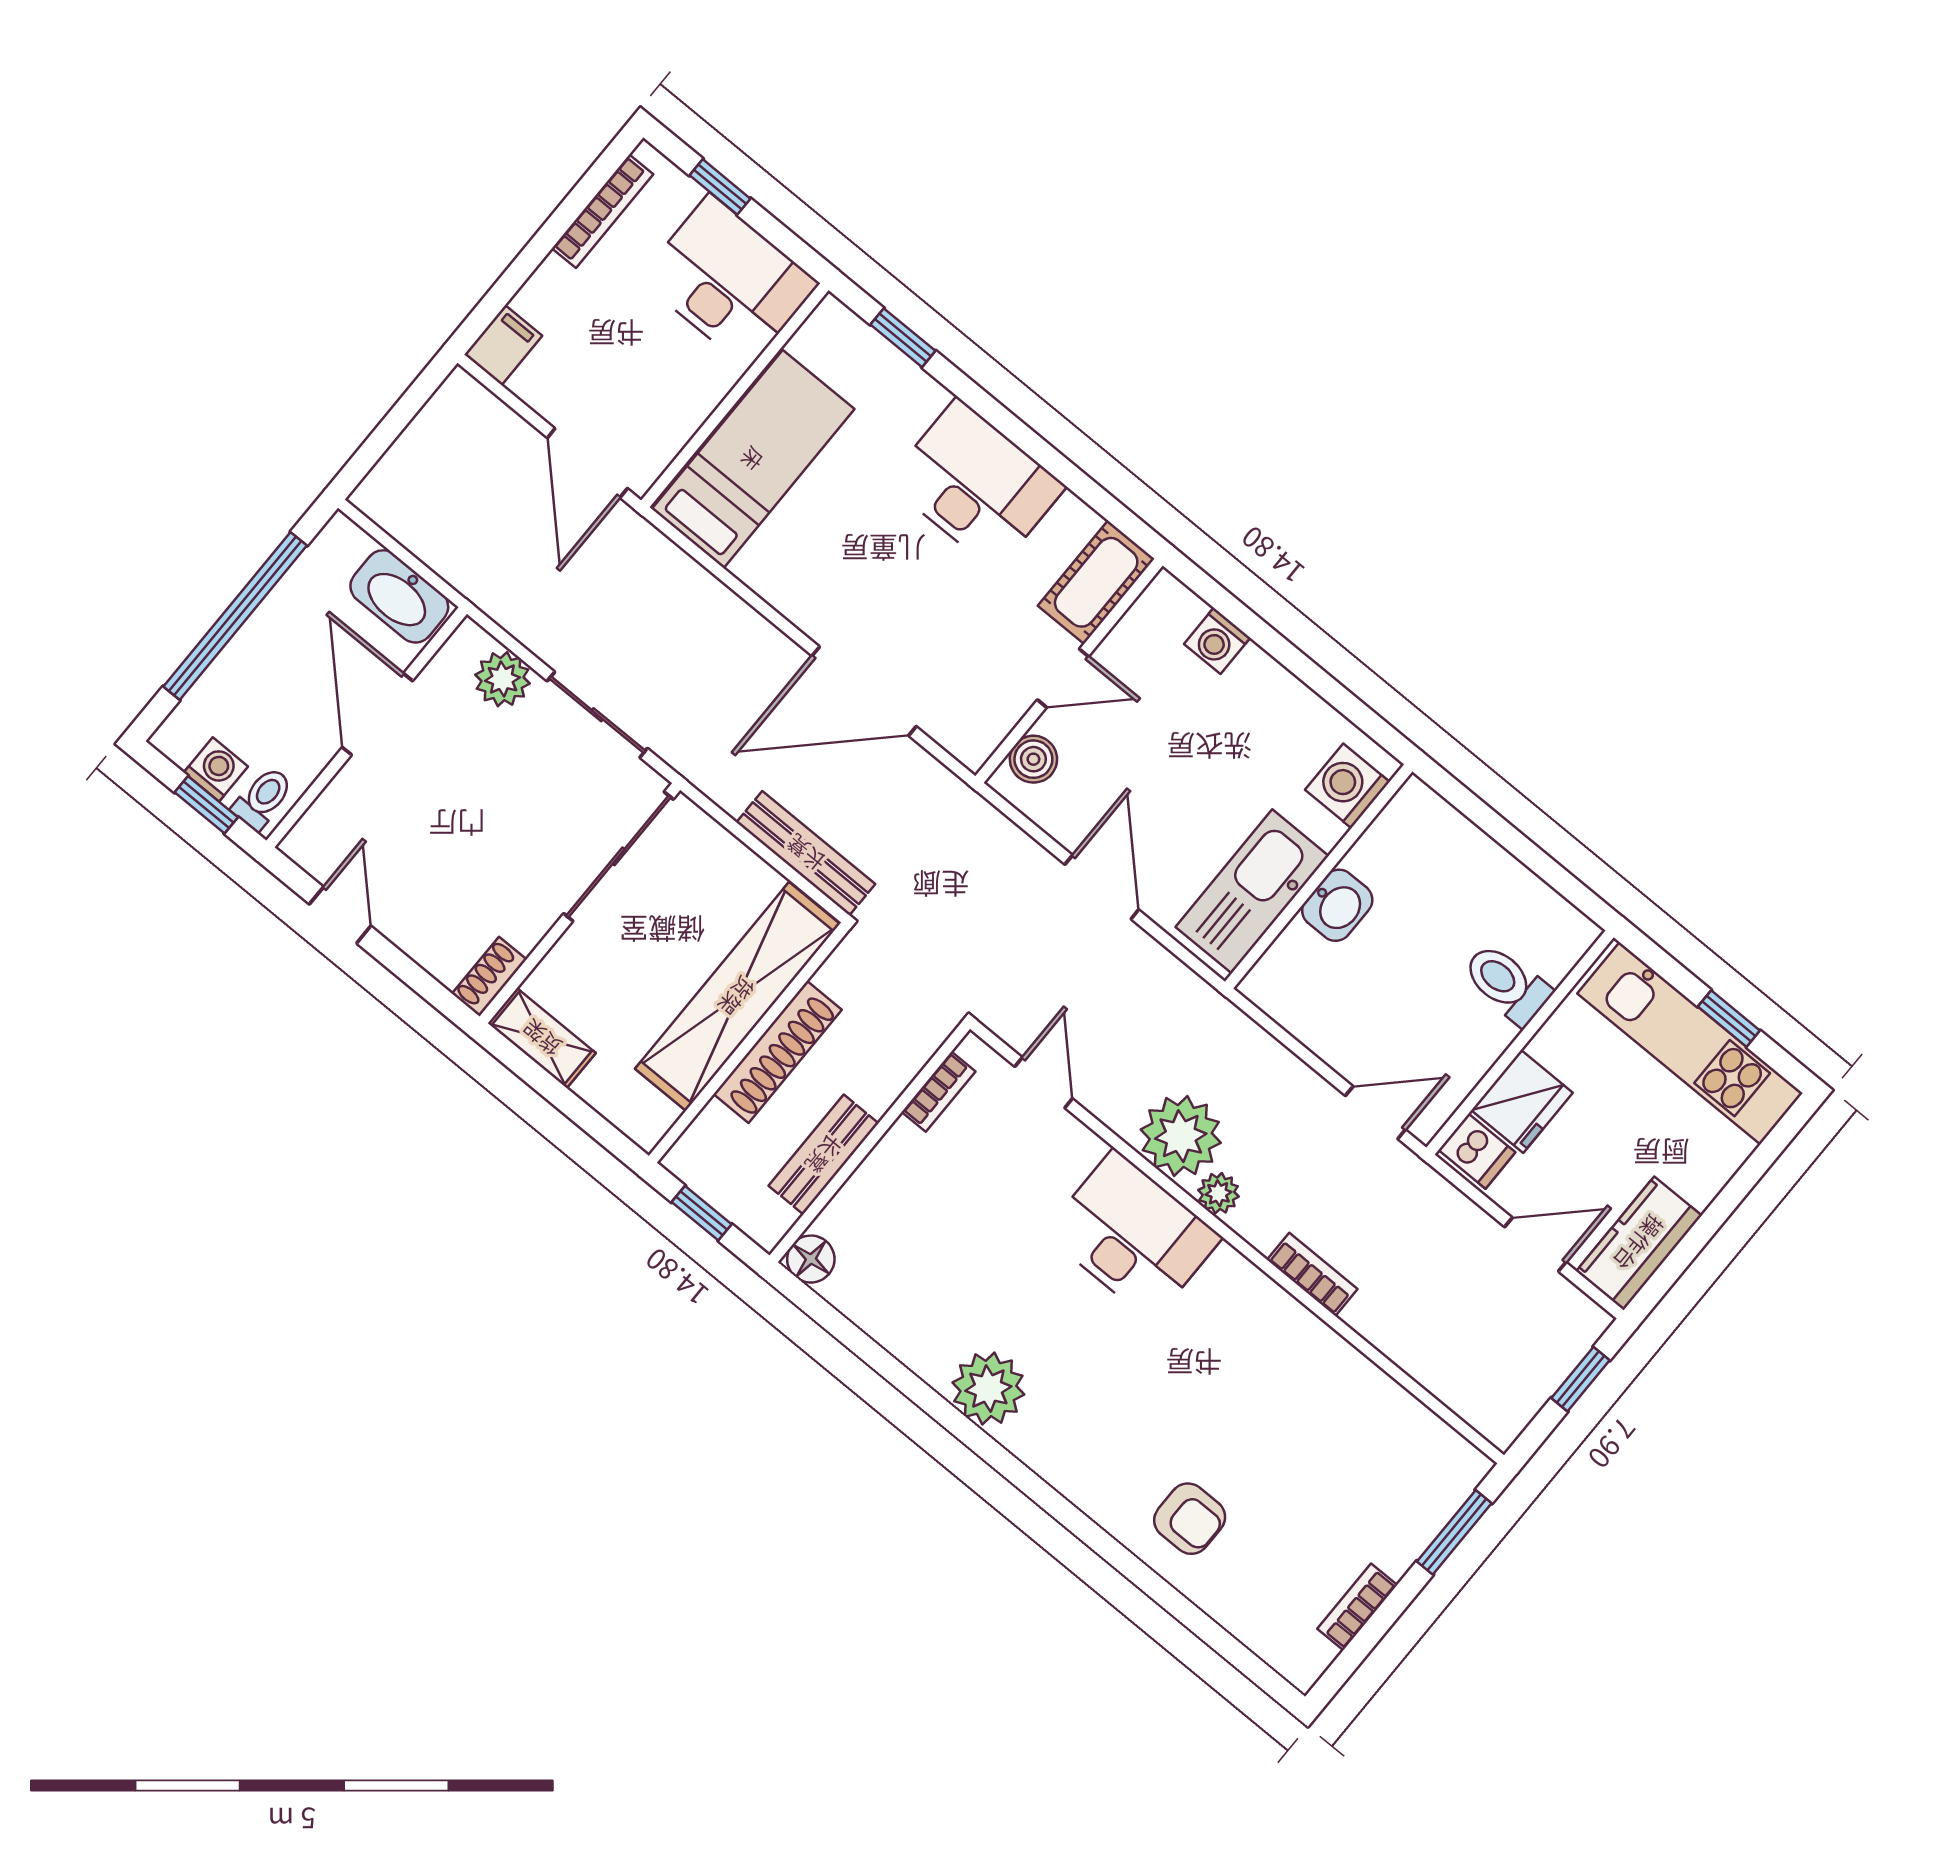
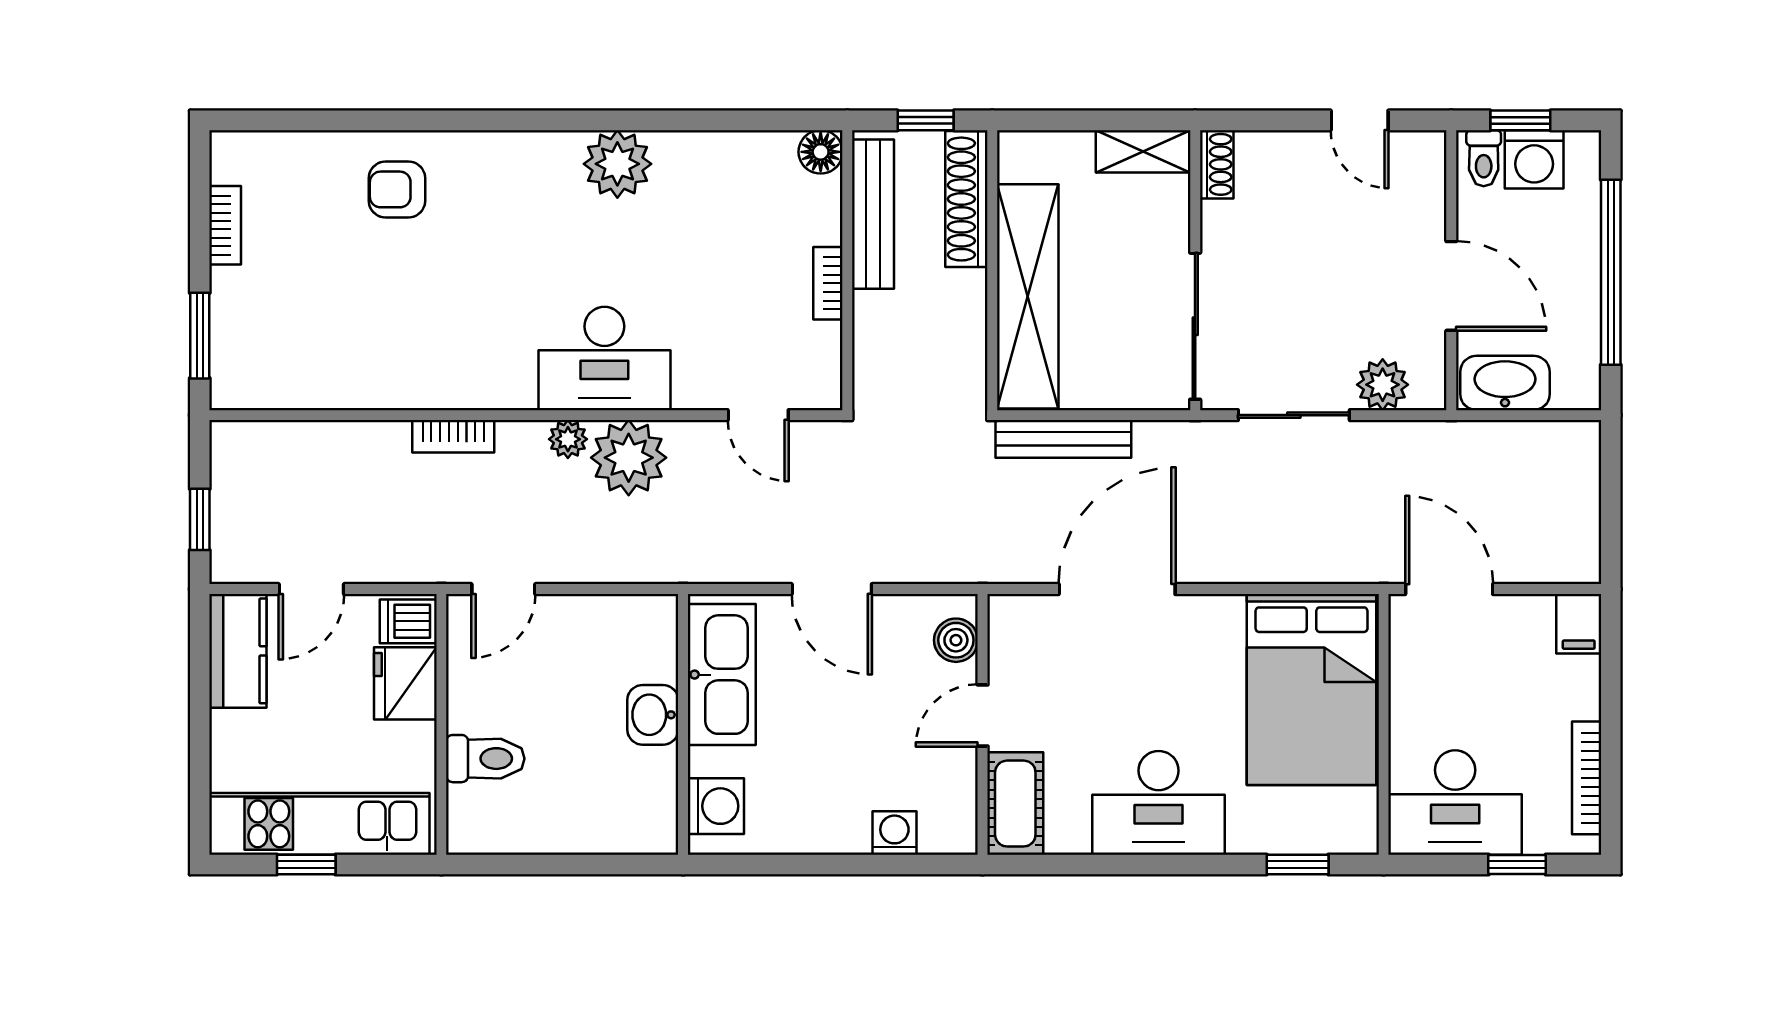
bed: (753, 459) -> (1312, 690), width x1.50
washing machine: (216, 769) -> (1534, 159), width x1.38, depth x1.38
shoe rack: (778, 1052) -> (966, 199), moved
bookcase: (939, 1092) -> (828, 283), moved
bench: (824, 1154) -> (873, 214), width x1.36

